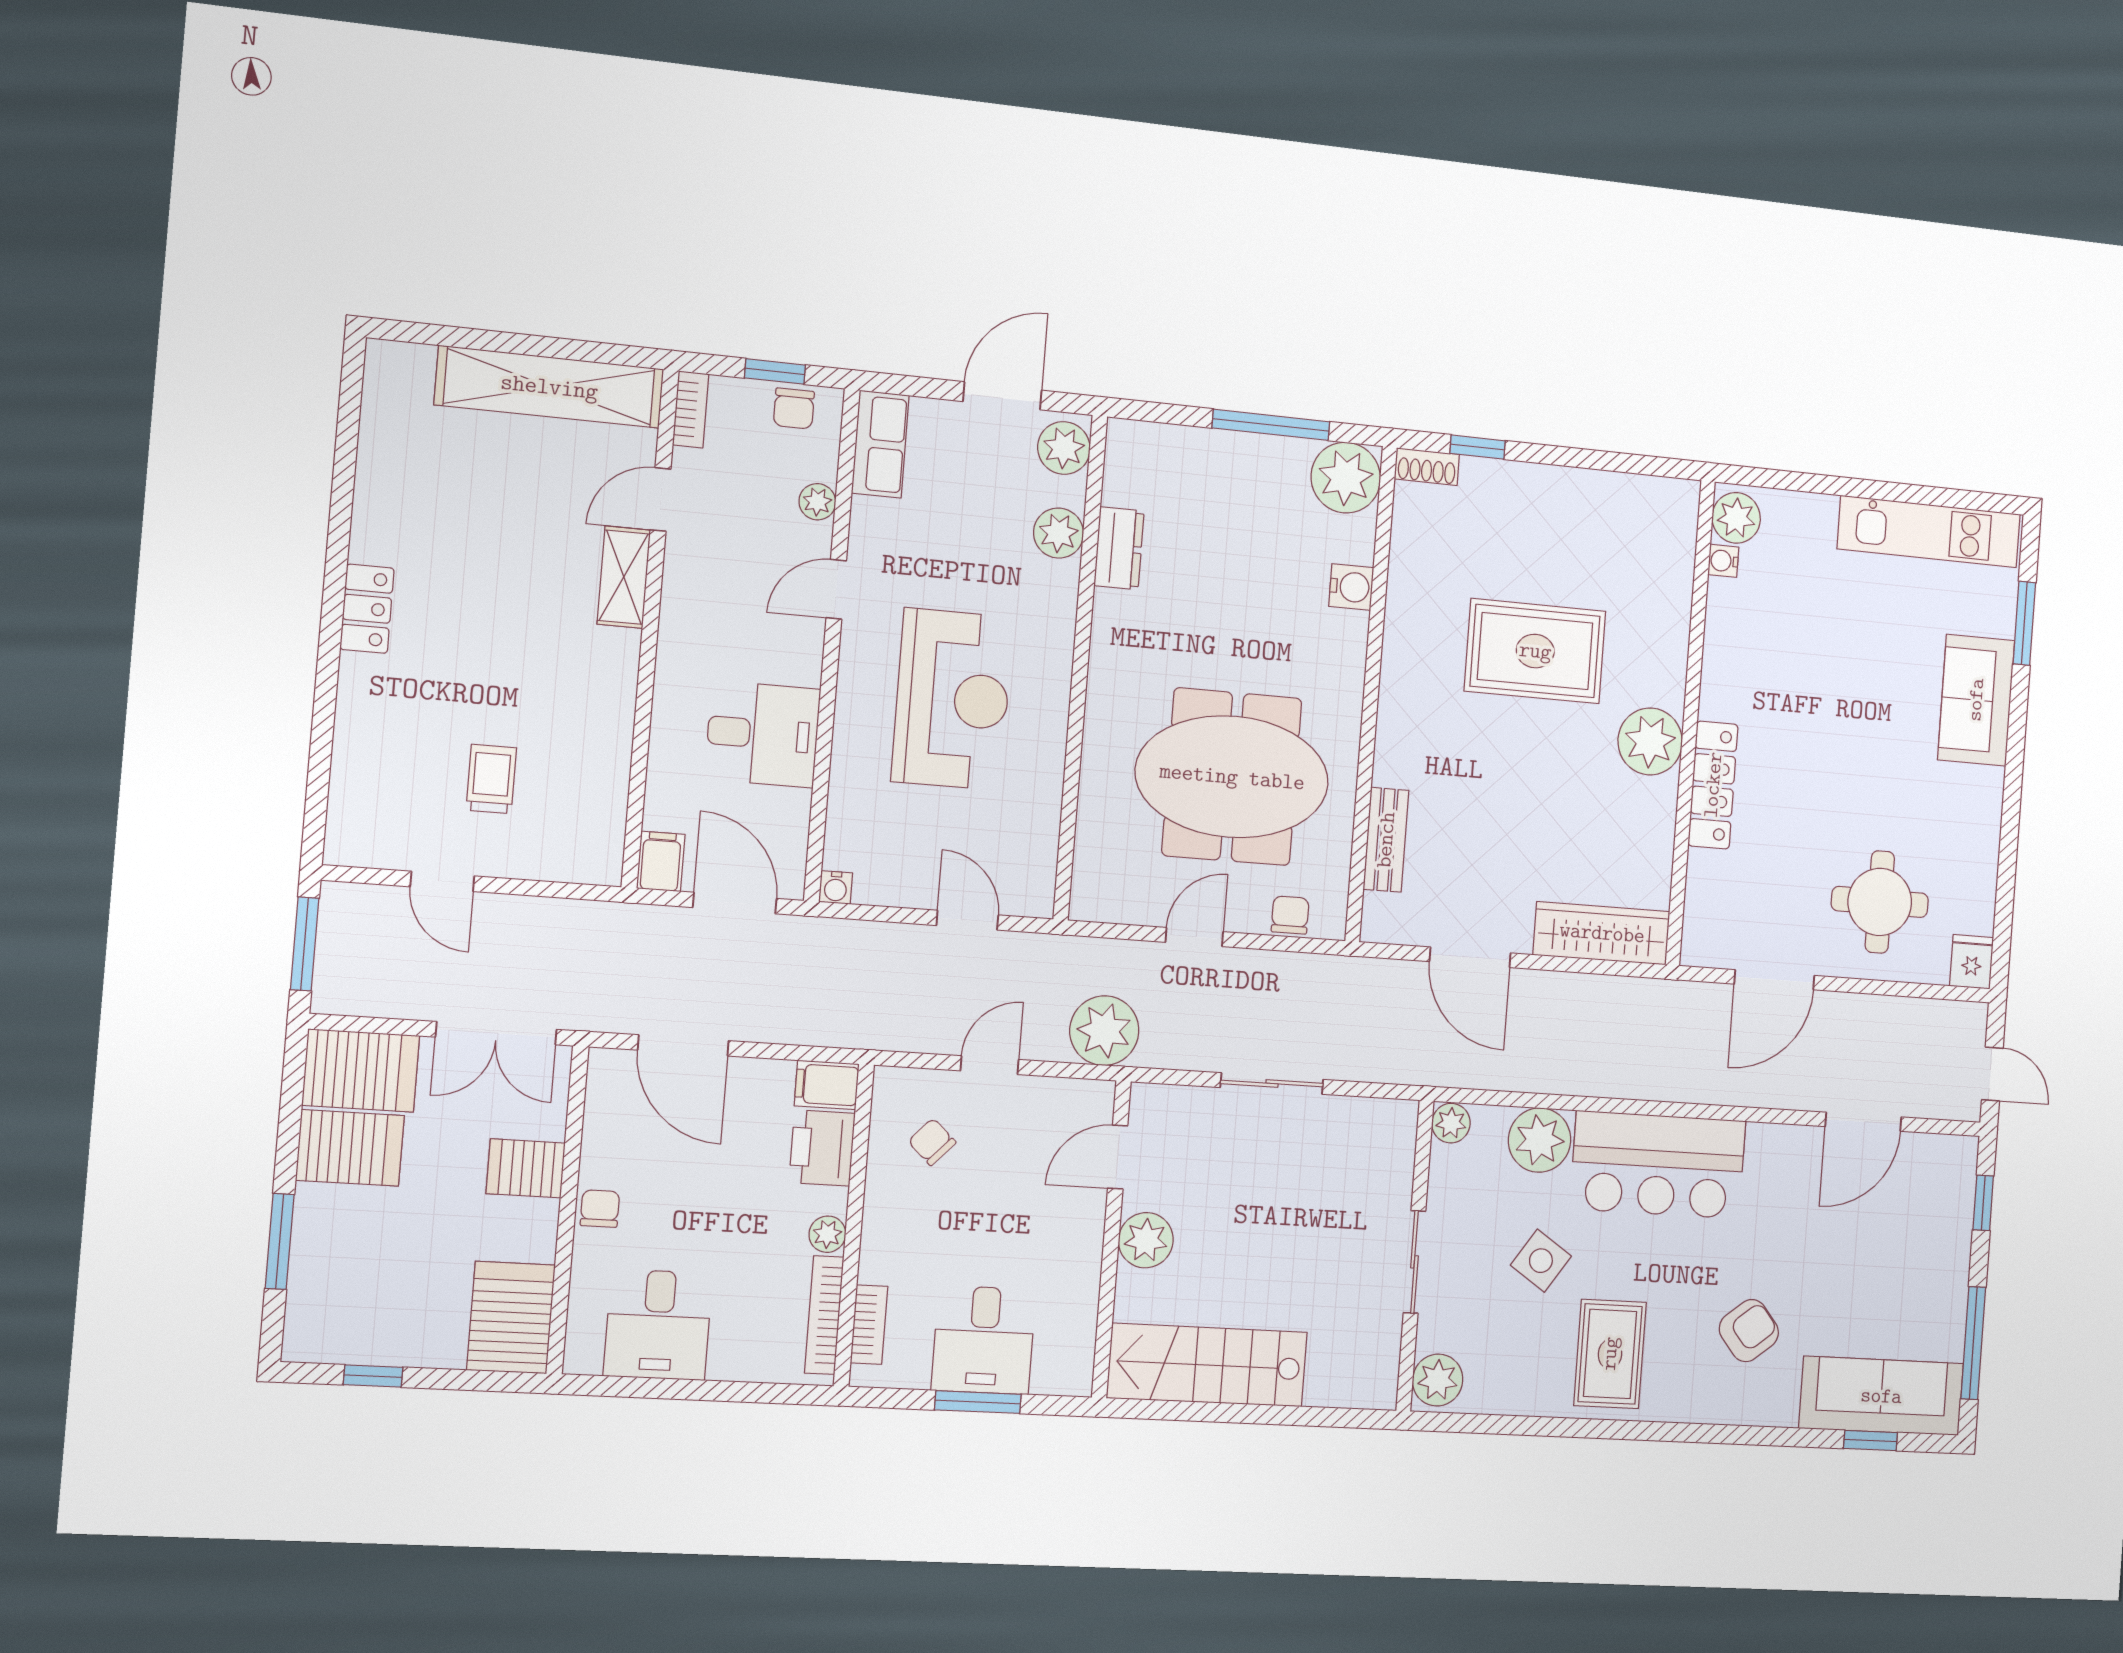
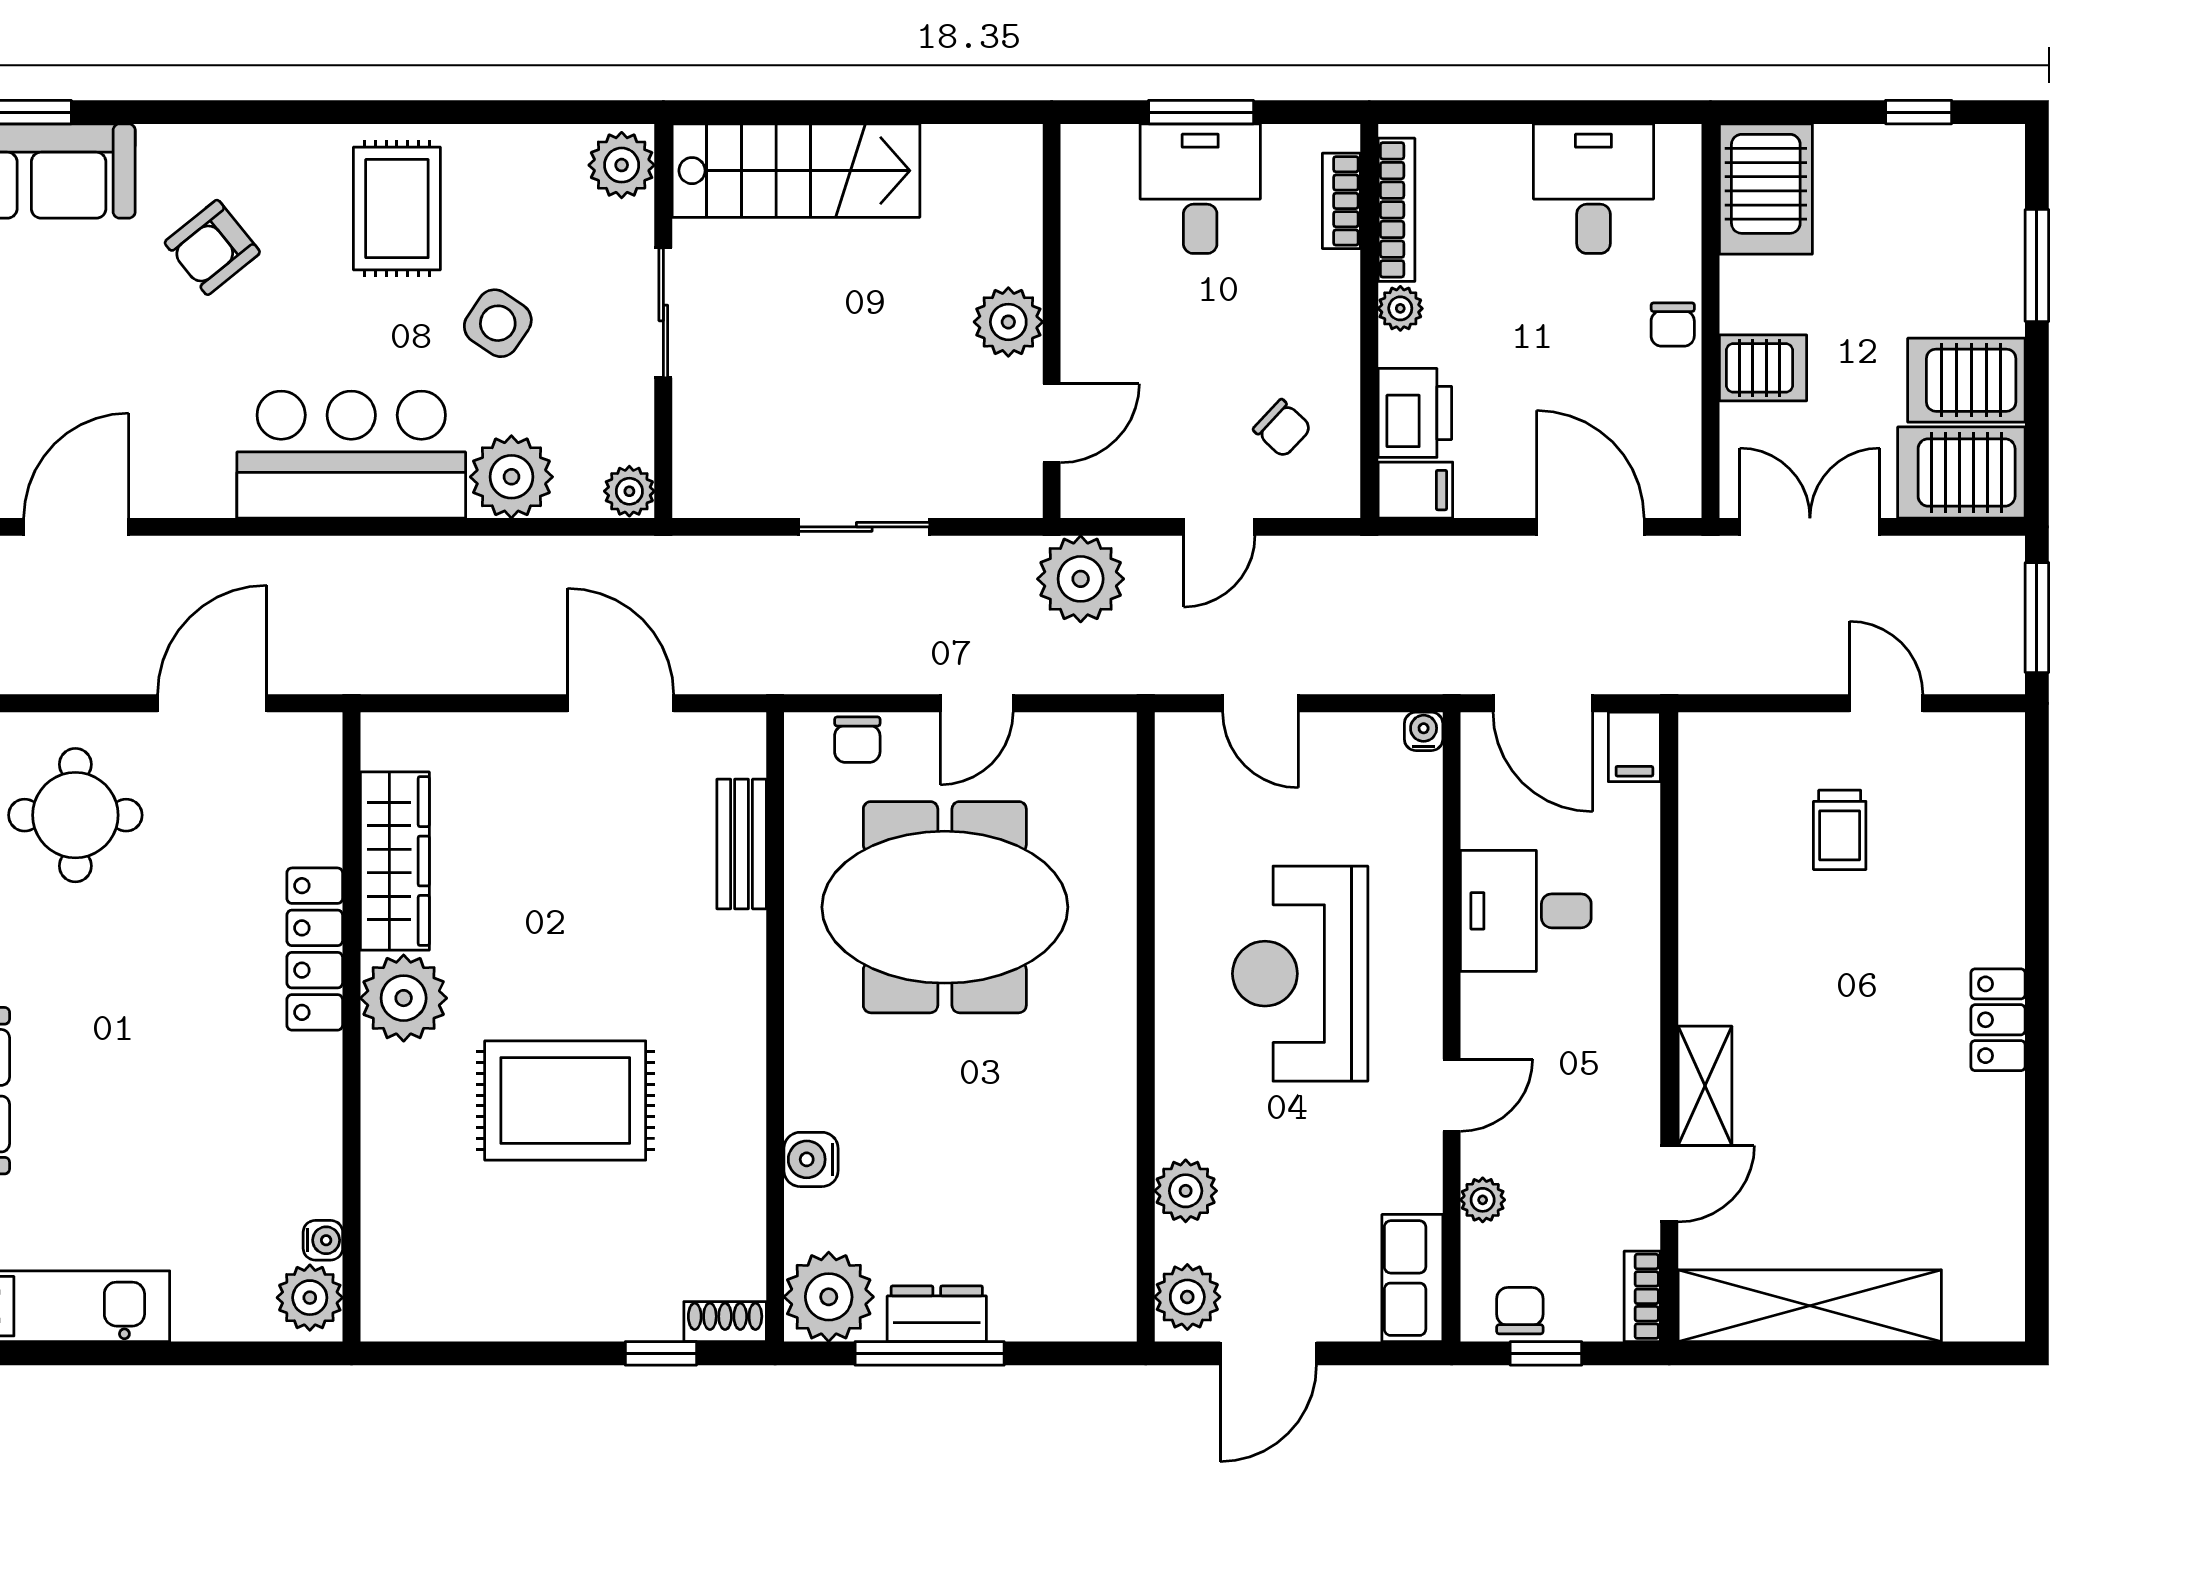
dresser: (1119, 548) -> (937, 1314), moved, turned 90
wardrobe: (1602, 933) -> (395, 861), moved, turned -90
stairs: (1207, 1365) -> (796, 171), moved

